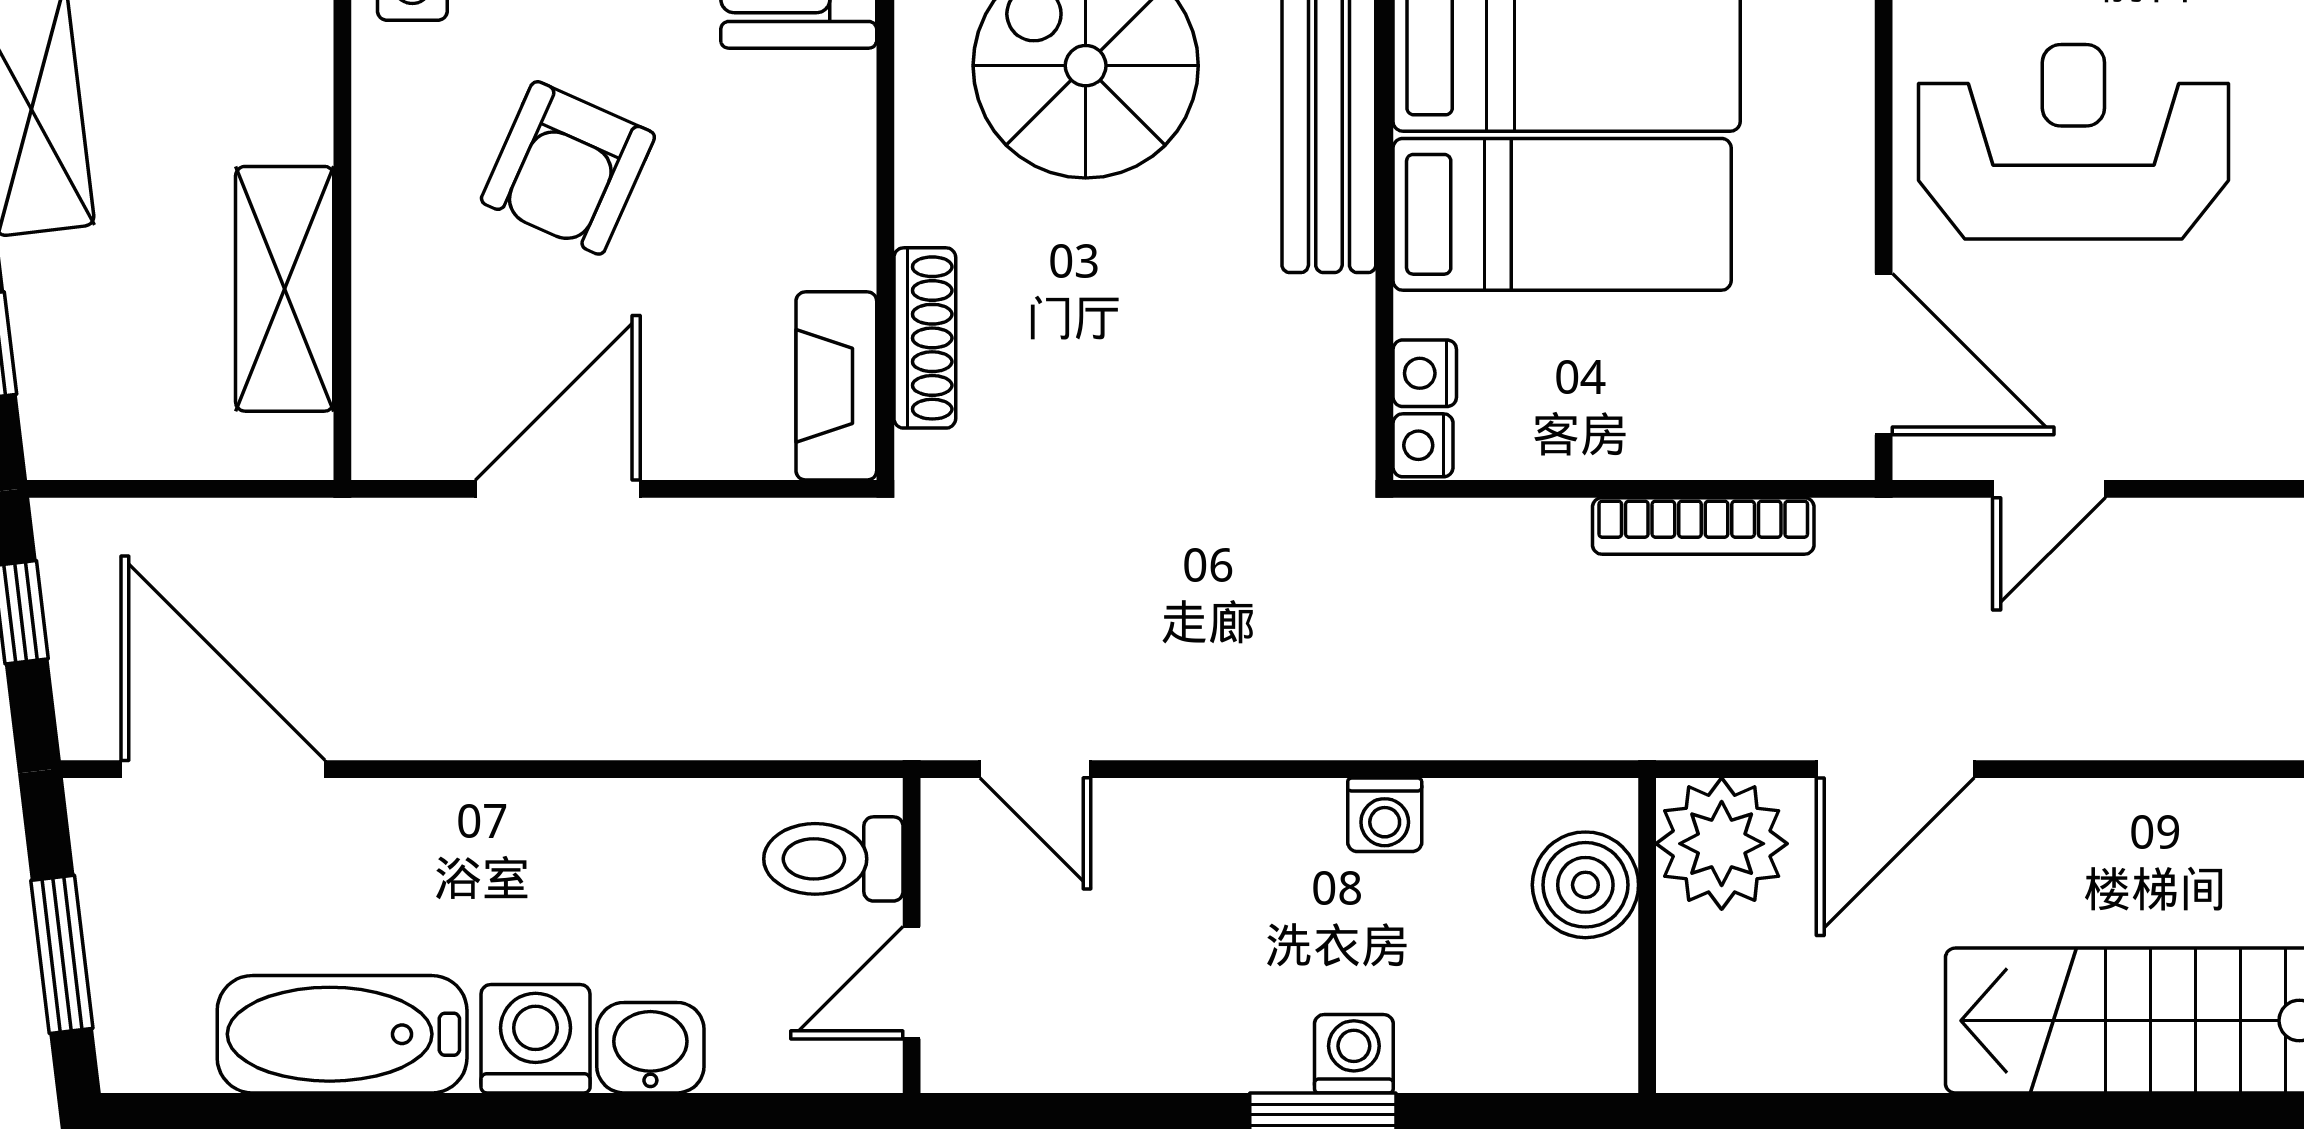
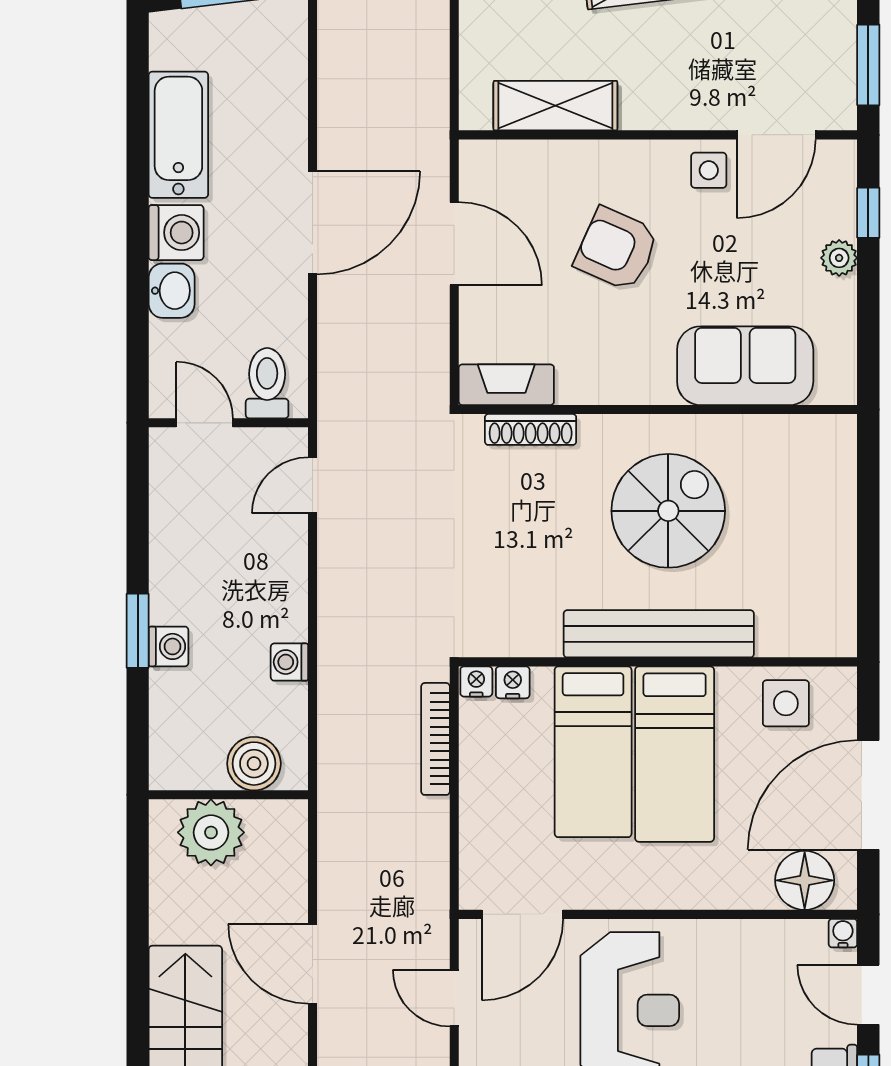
bookcase: (1703, 526) -> (435, 739), moved
door: (223, 769) -> (313, 223), moved
door: (1895, 769) -> (313, 964), moved
plant: (1722, 844) -> (211, 832), moved

